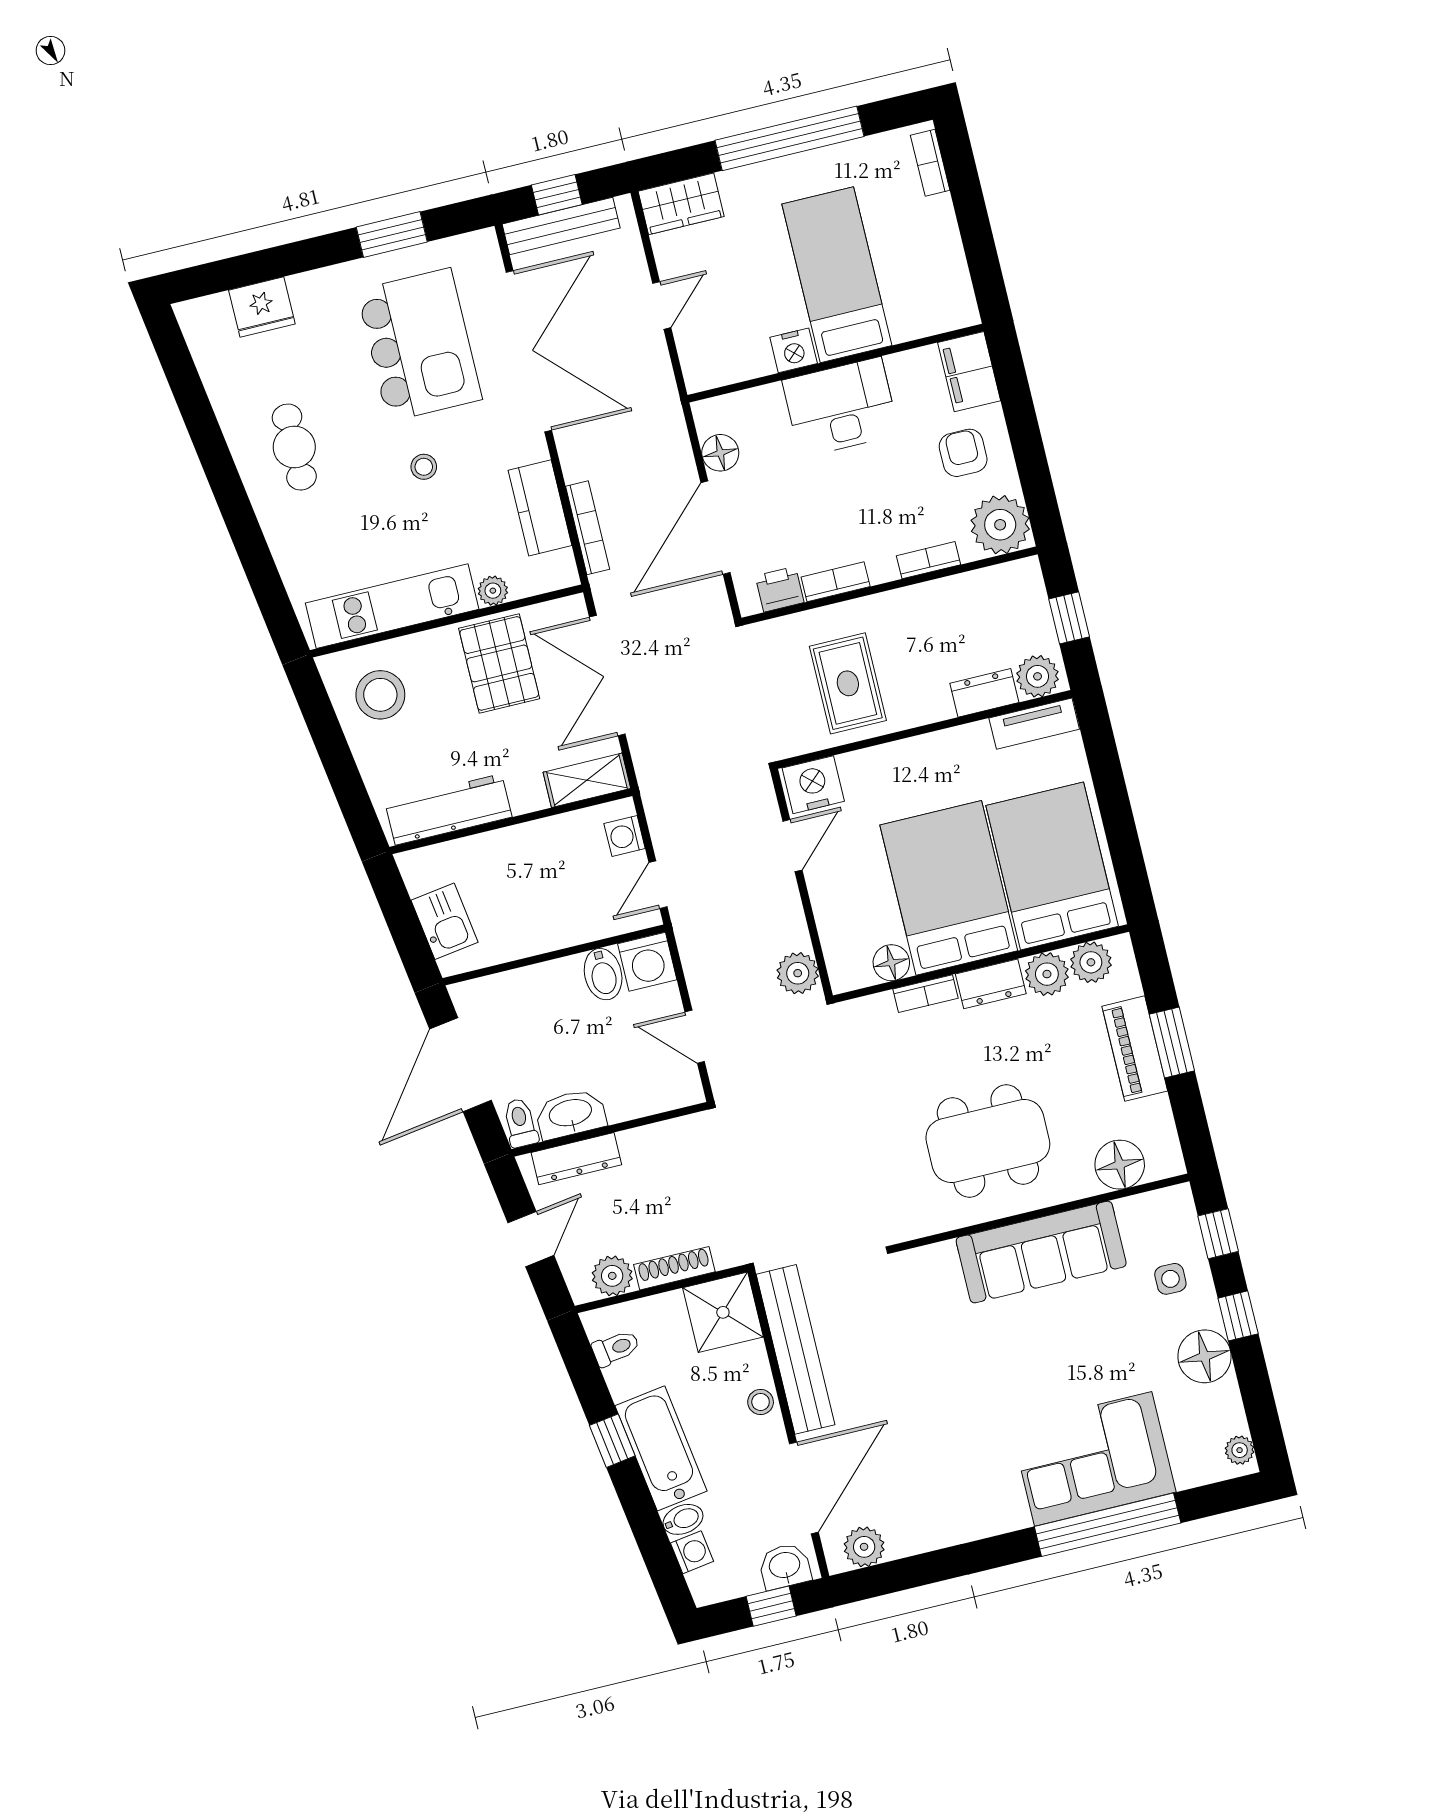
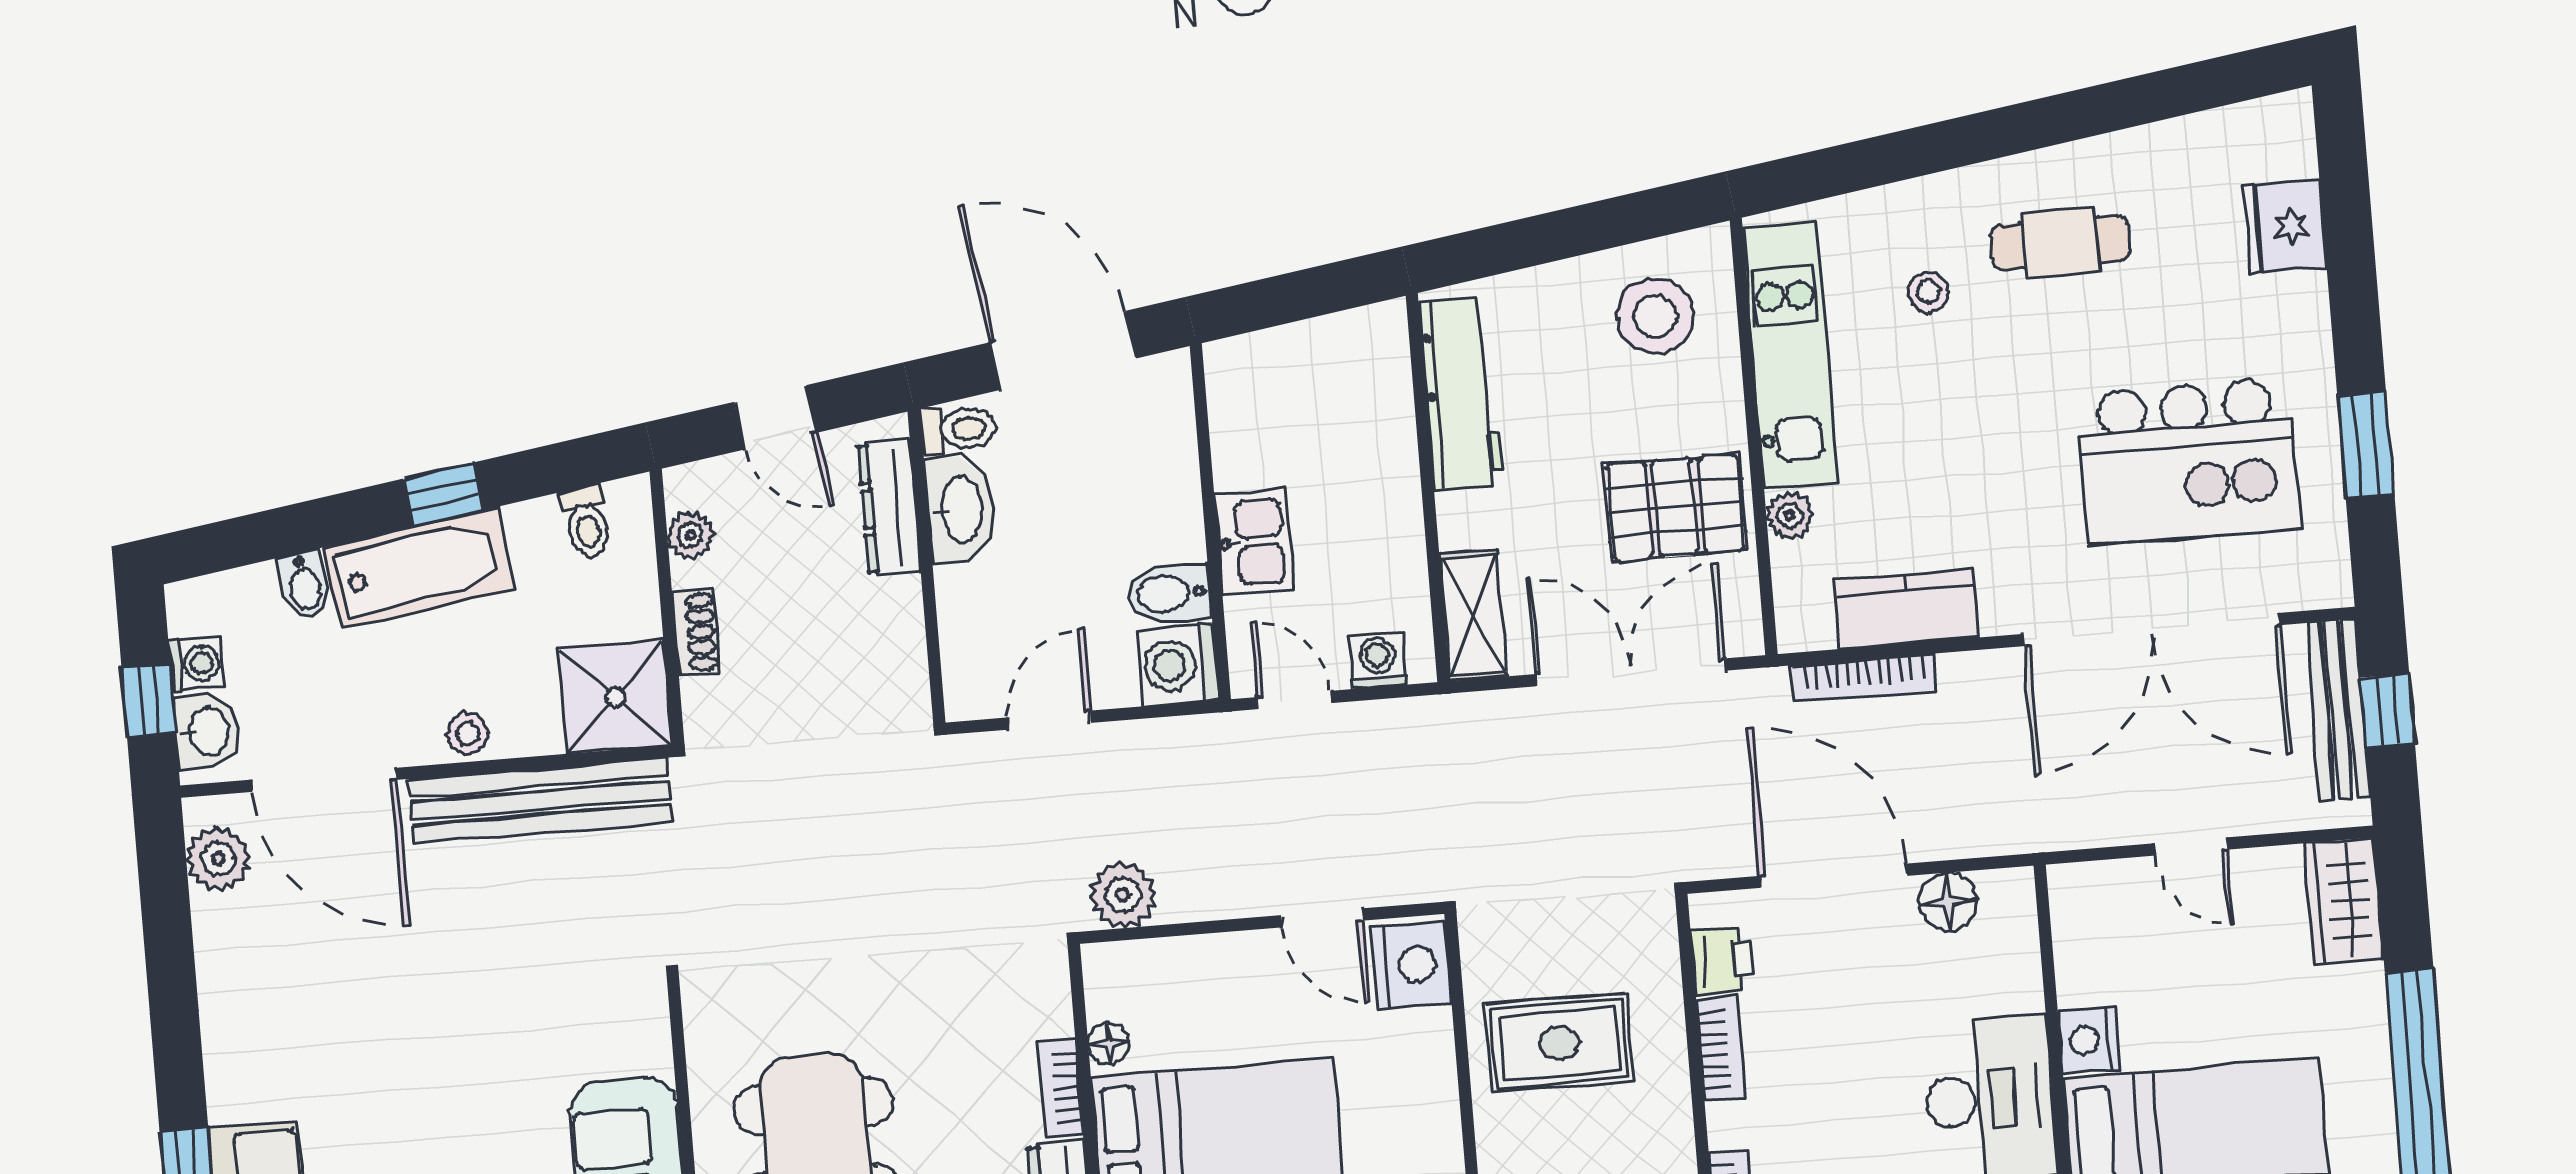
stool: (424, 467) -> (1928, 292), moved
kitchen sink: (444, 921) -> (1255, 542), moved, turned -82
floor lamp: (891, 963) -> (1109, 1043), width x0.73, depth x0.73
shoe rack: (674, 1268) -> (696, 632), width x0.70
plant: (612, 1276) -> (690, 535), width x0.73, depth x0.73
washing machine: (692, 1552) -> (196, 664), moved, turned -82

